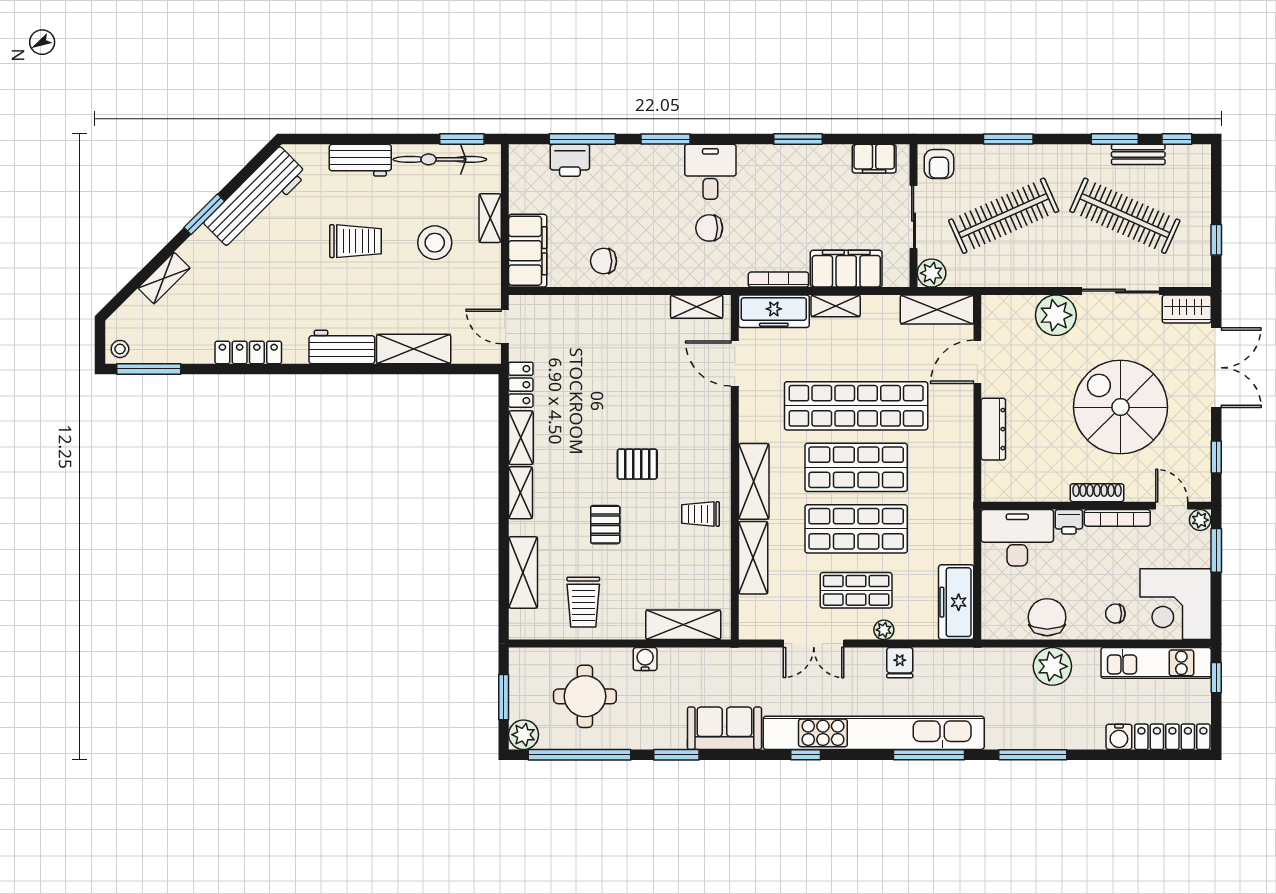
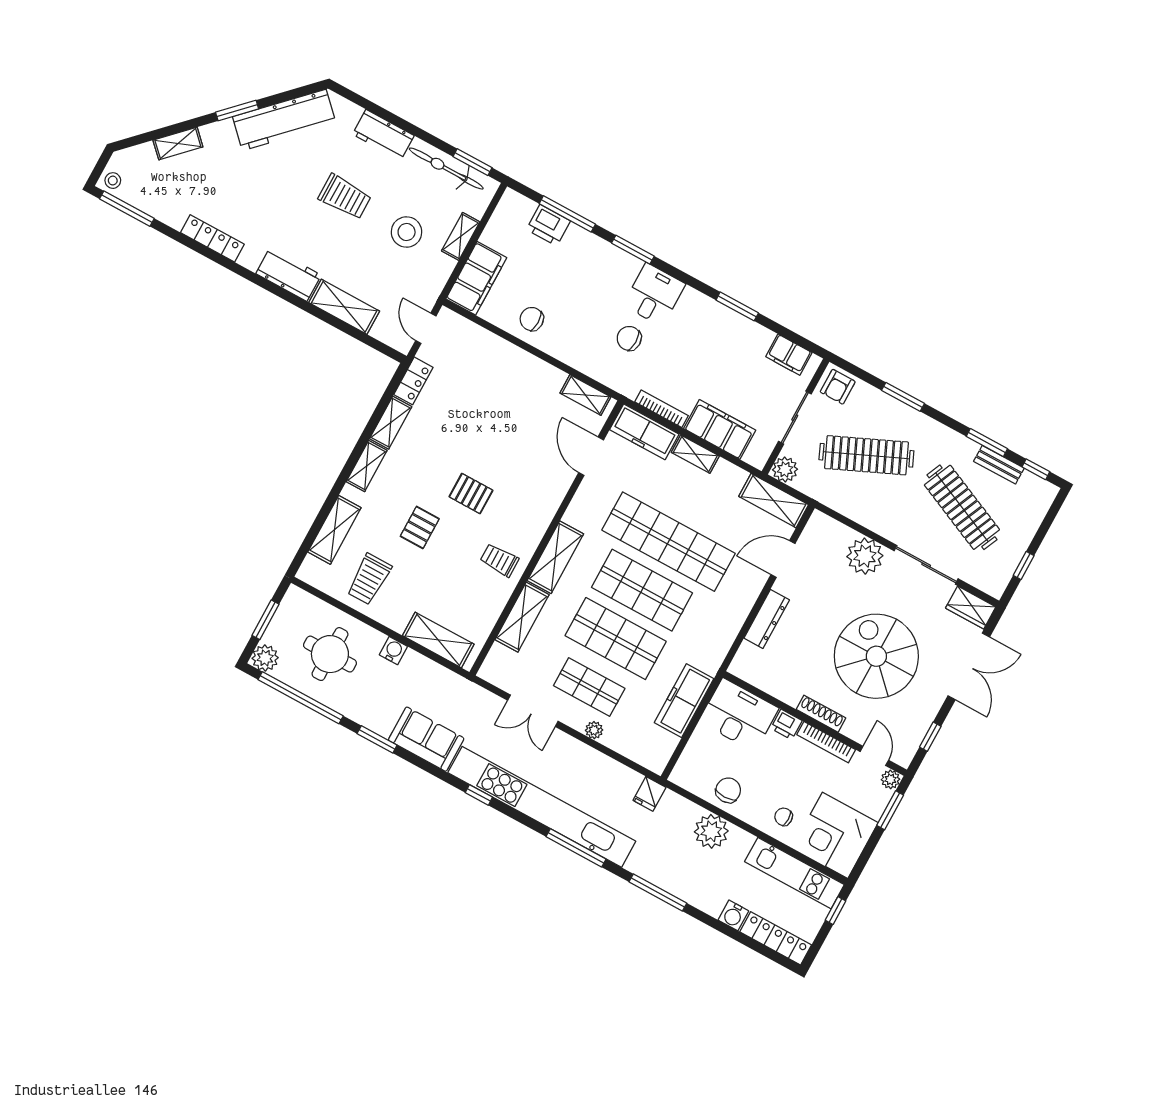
freezer: (956, 602) -> (684, 701), moved
chair: (1047, 617) -> (728, 790), width x0.73, depth x0.73
fridge: (900, 663) -> (649, 794), moved

